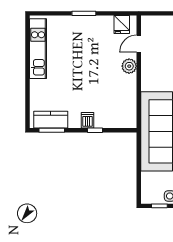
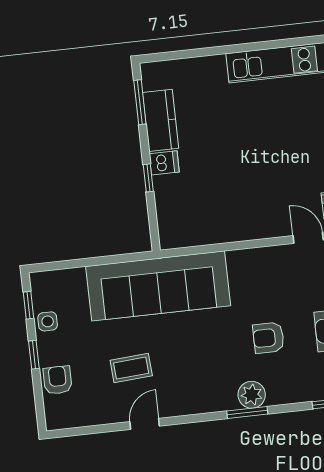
plant: (129, 66) -> (267, 225), removed
kitchen counter: (51, 120) -> (161, 120), moved

